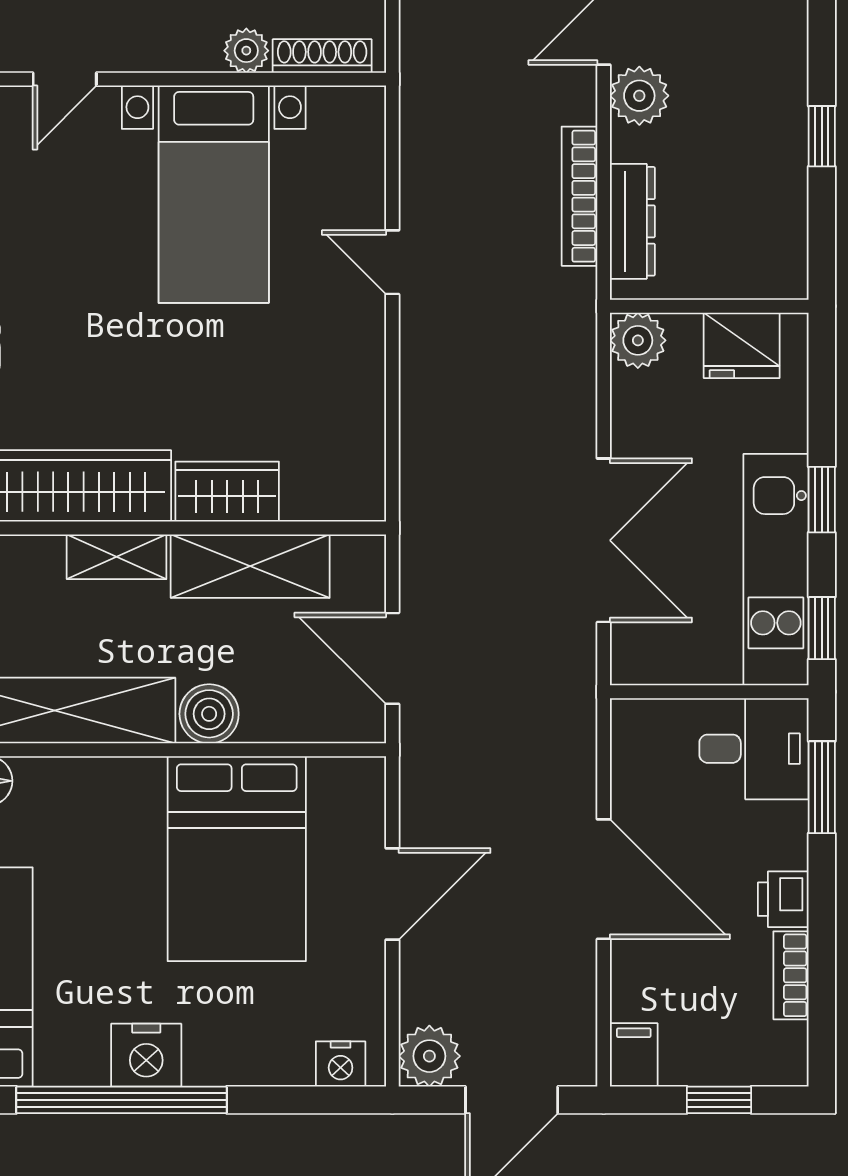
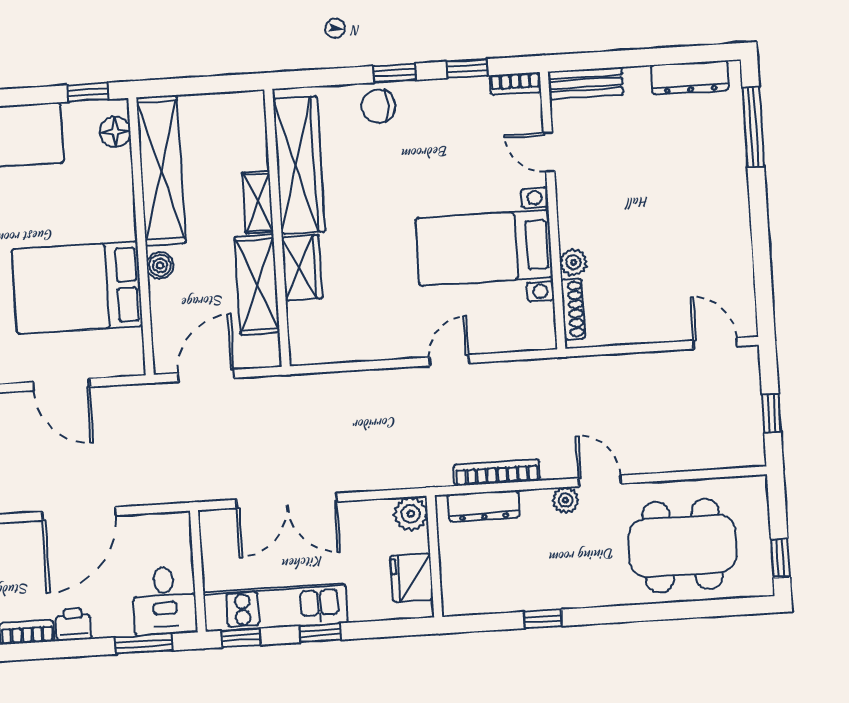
plant: (639, 96) -> (566, 500), width x0.73, depth x0.73
boiler: (209, 714) -> (160, 265), width x0.73, depth x0.73

